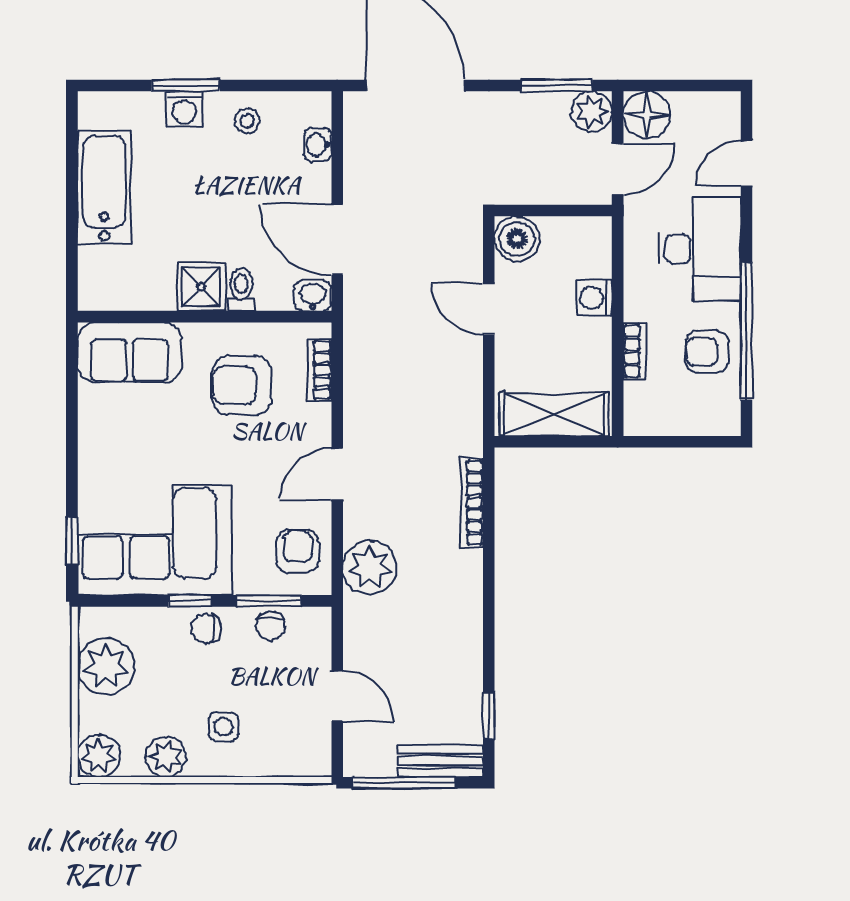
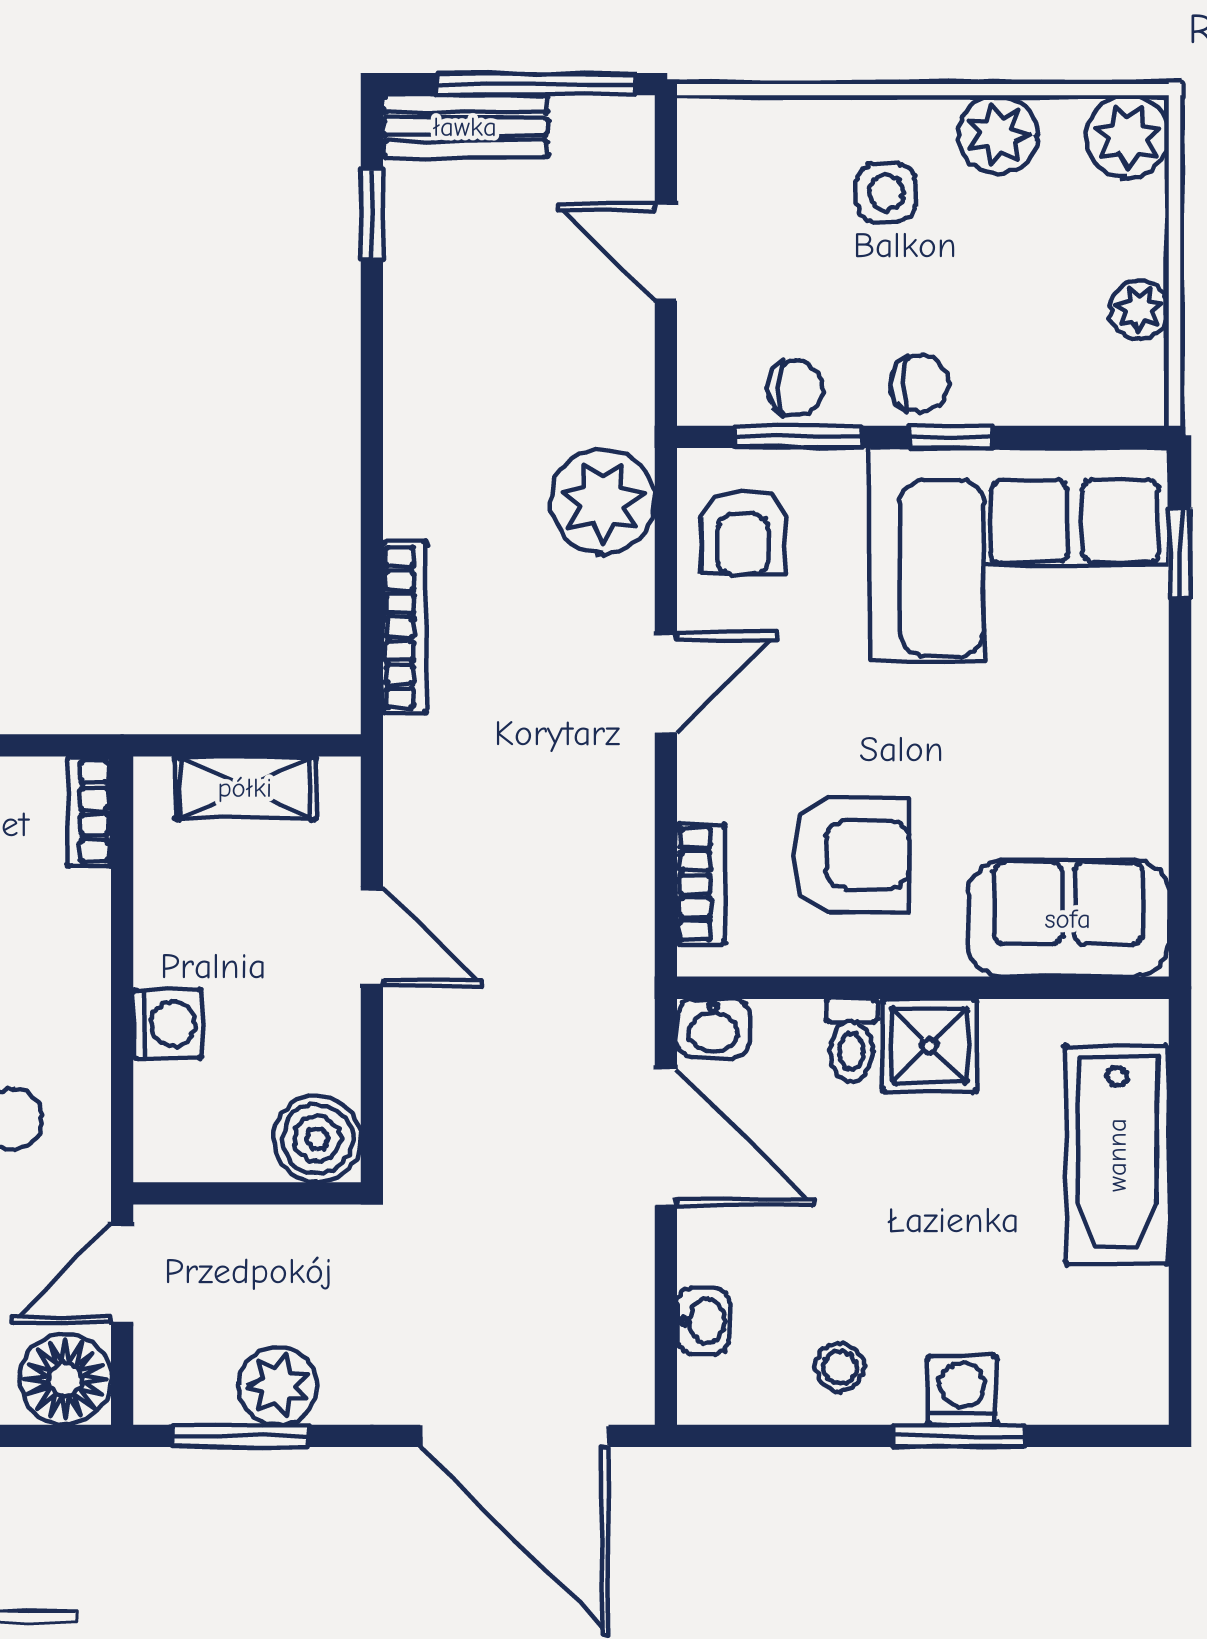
plant: (592, 111) -> (278, 1386), moved
bathtub: (104, 187) -> (1117, 1155), moved
door: (489, 309) -> (372, 937), moved
bookcase: (635, 351) -> (89, 811), moved
shelving: (554, 414) -> (245, 788), width x0.67, depth x0.75
chair: (270, 626) -> (795, 389), turned 90
plant: (106, 667) -> (1140, 310), width x0.53, depth x0.53

